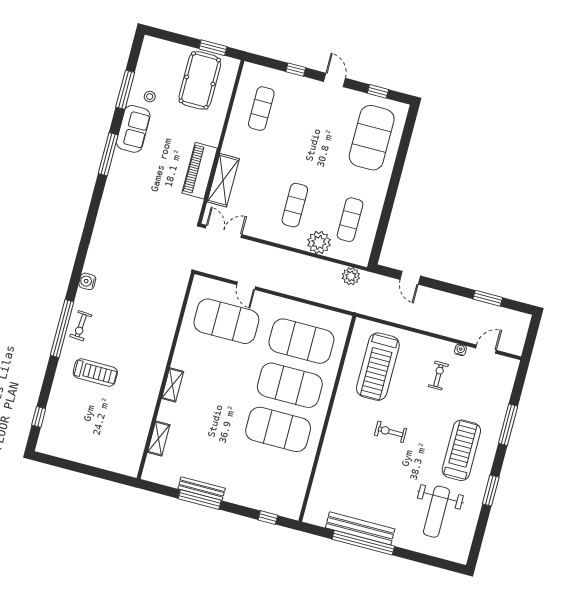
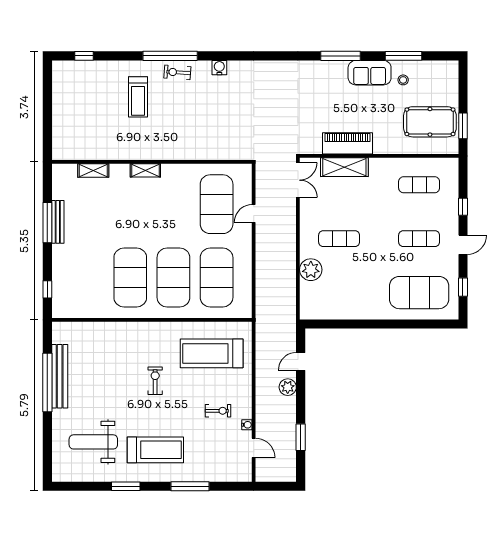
exercise mat: (350, 220) -> (419, 239), moved
plant: (351, 276) -> (288, 387), moved

